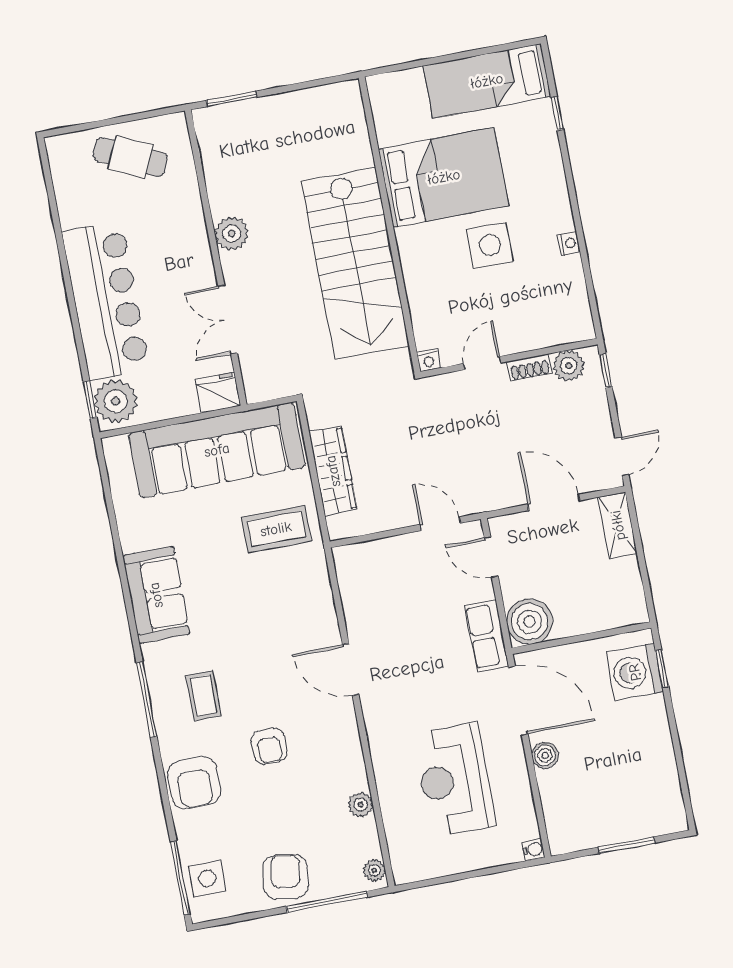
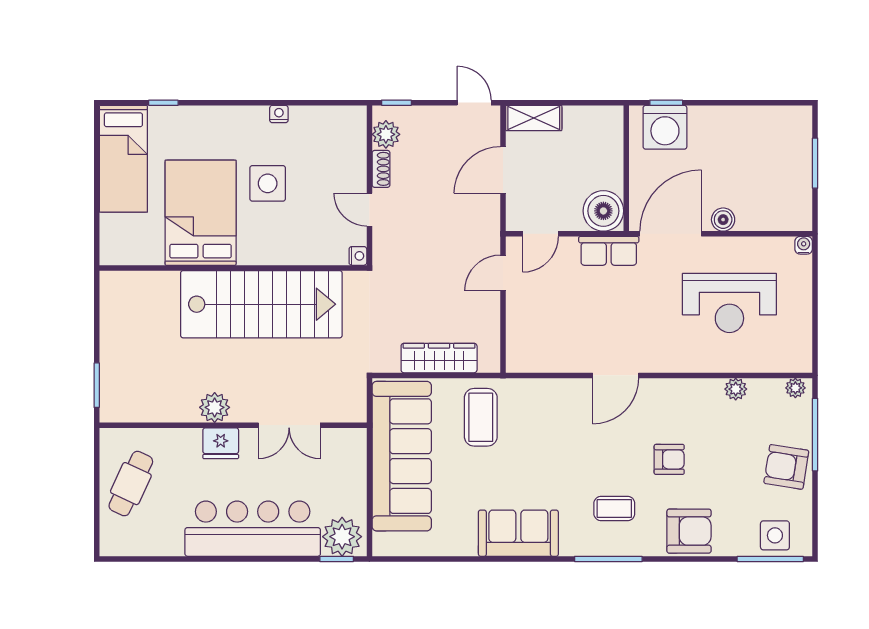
fridge: (218, 392) -> (221, 443), moved, turned -90

